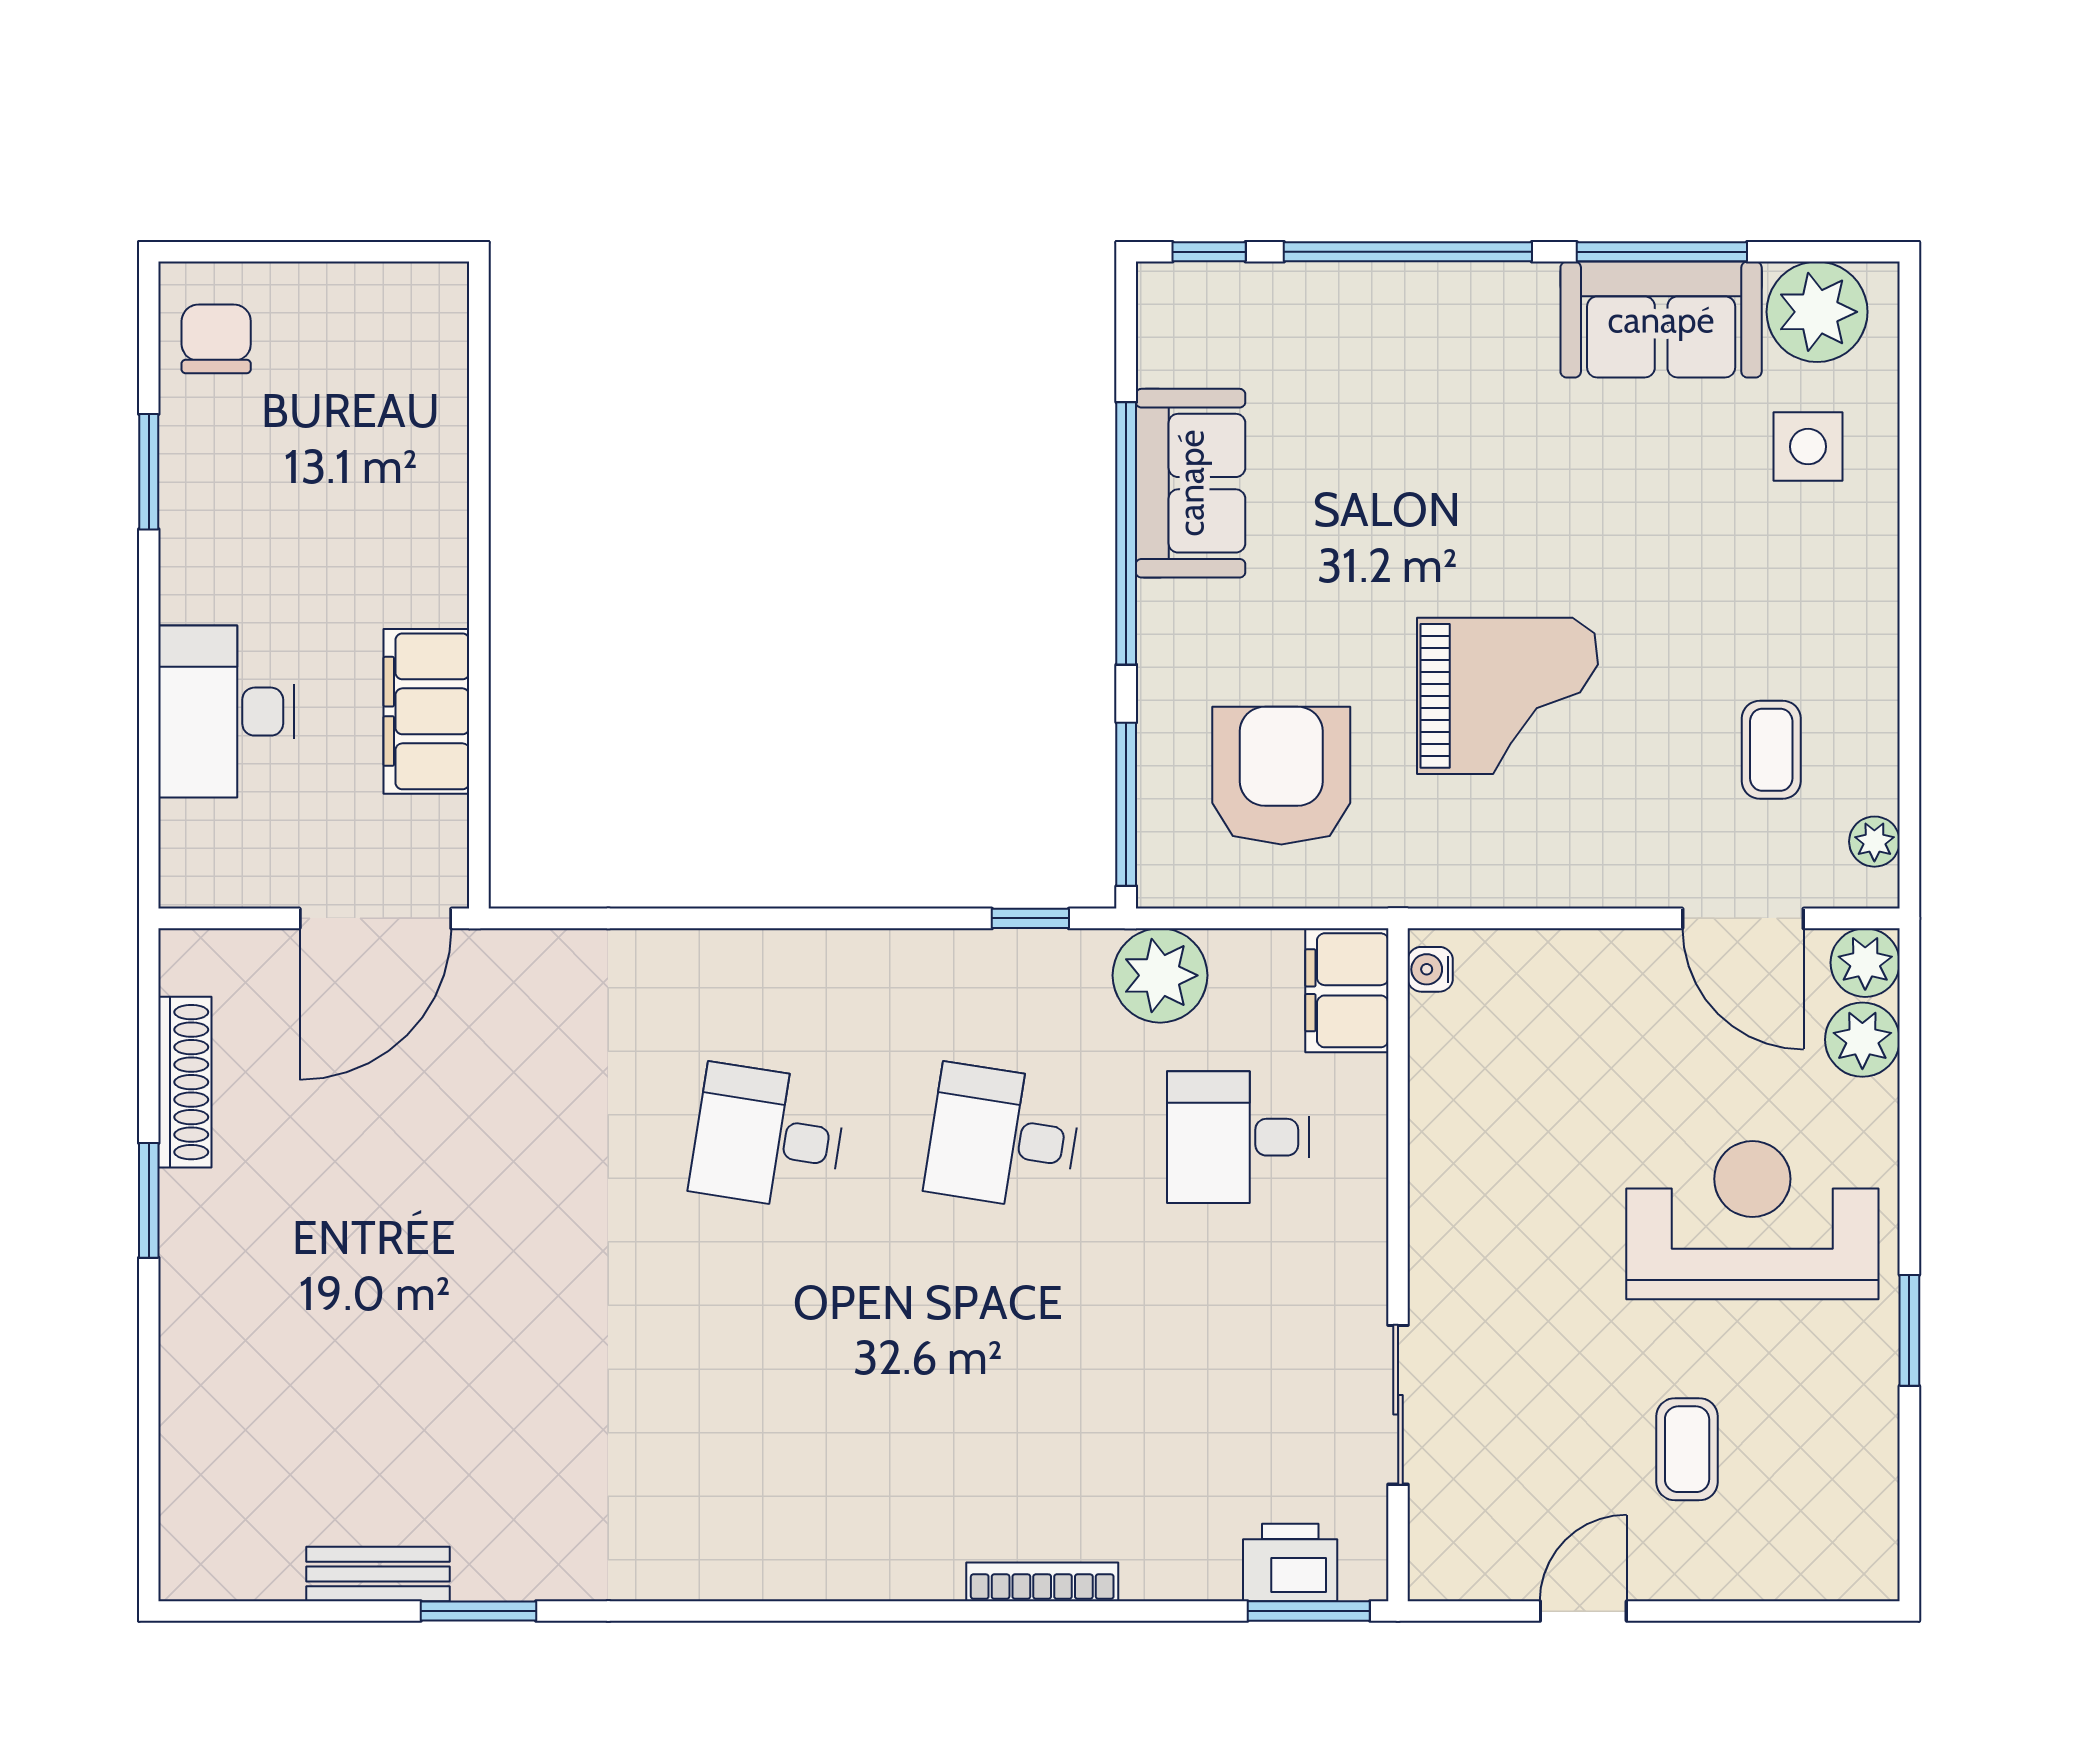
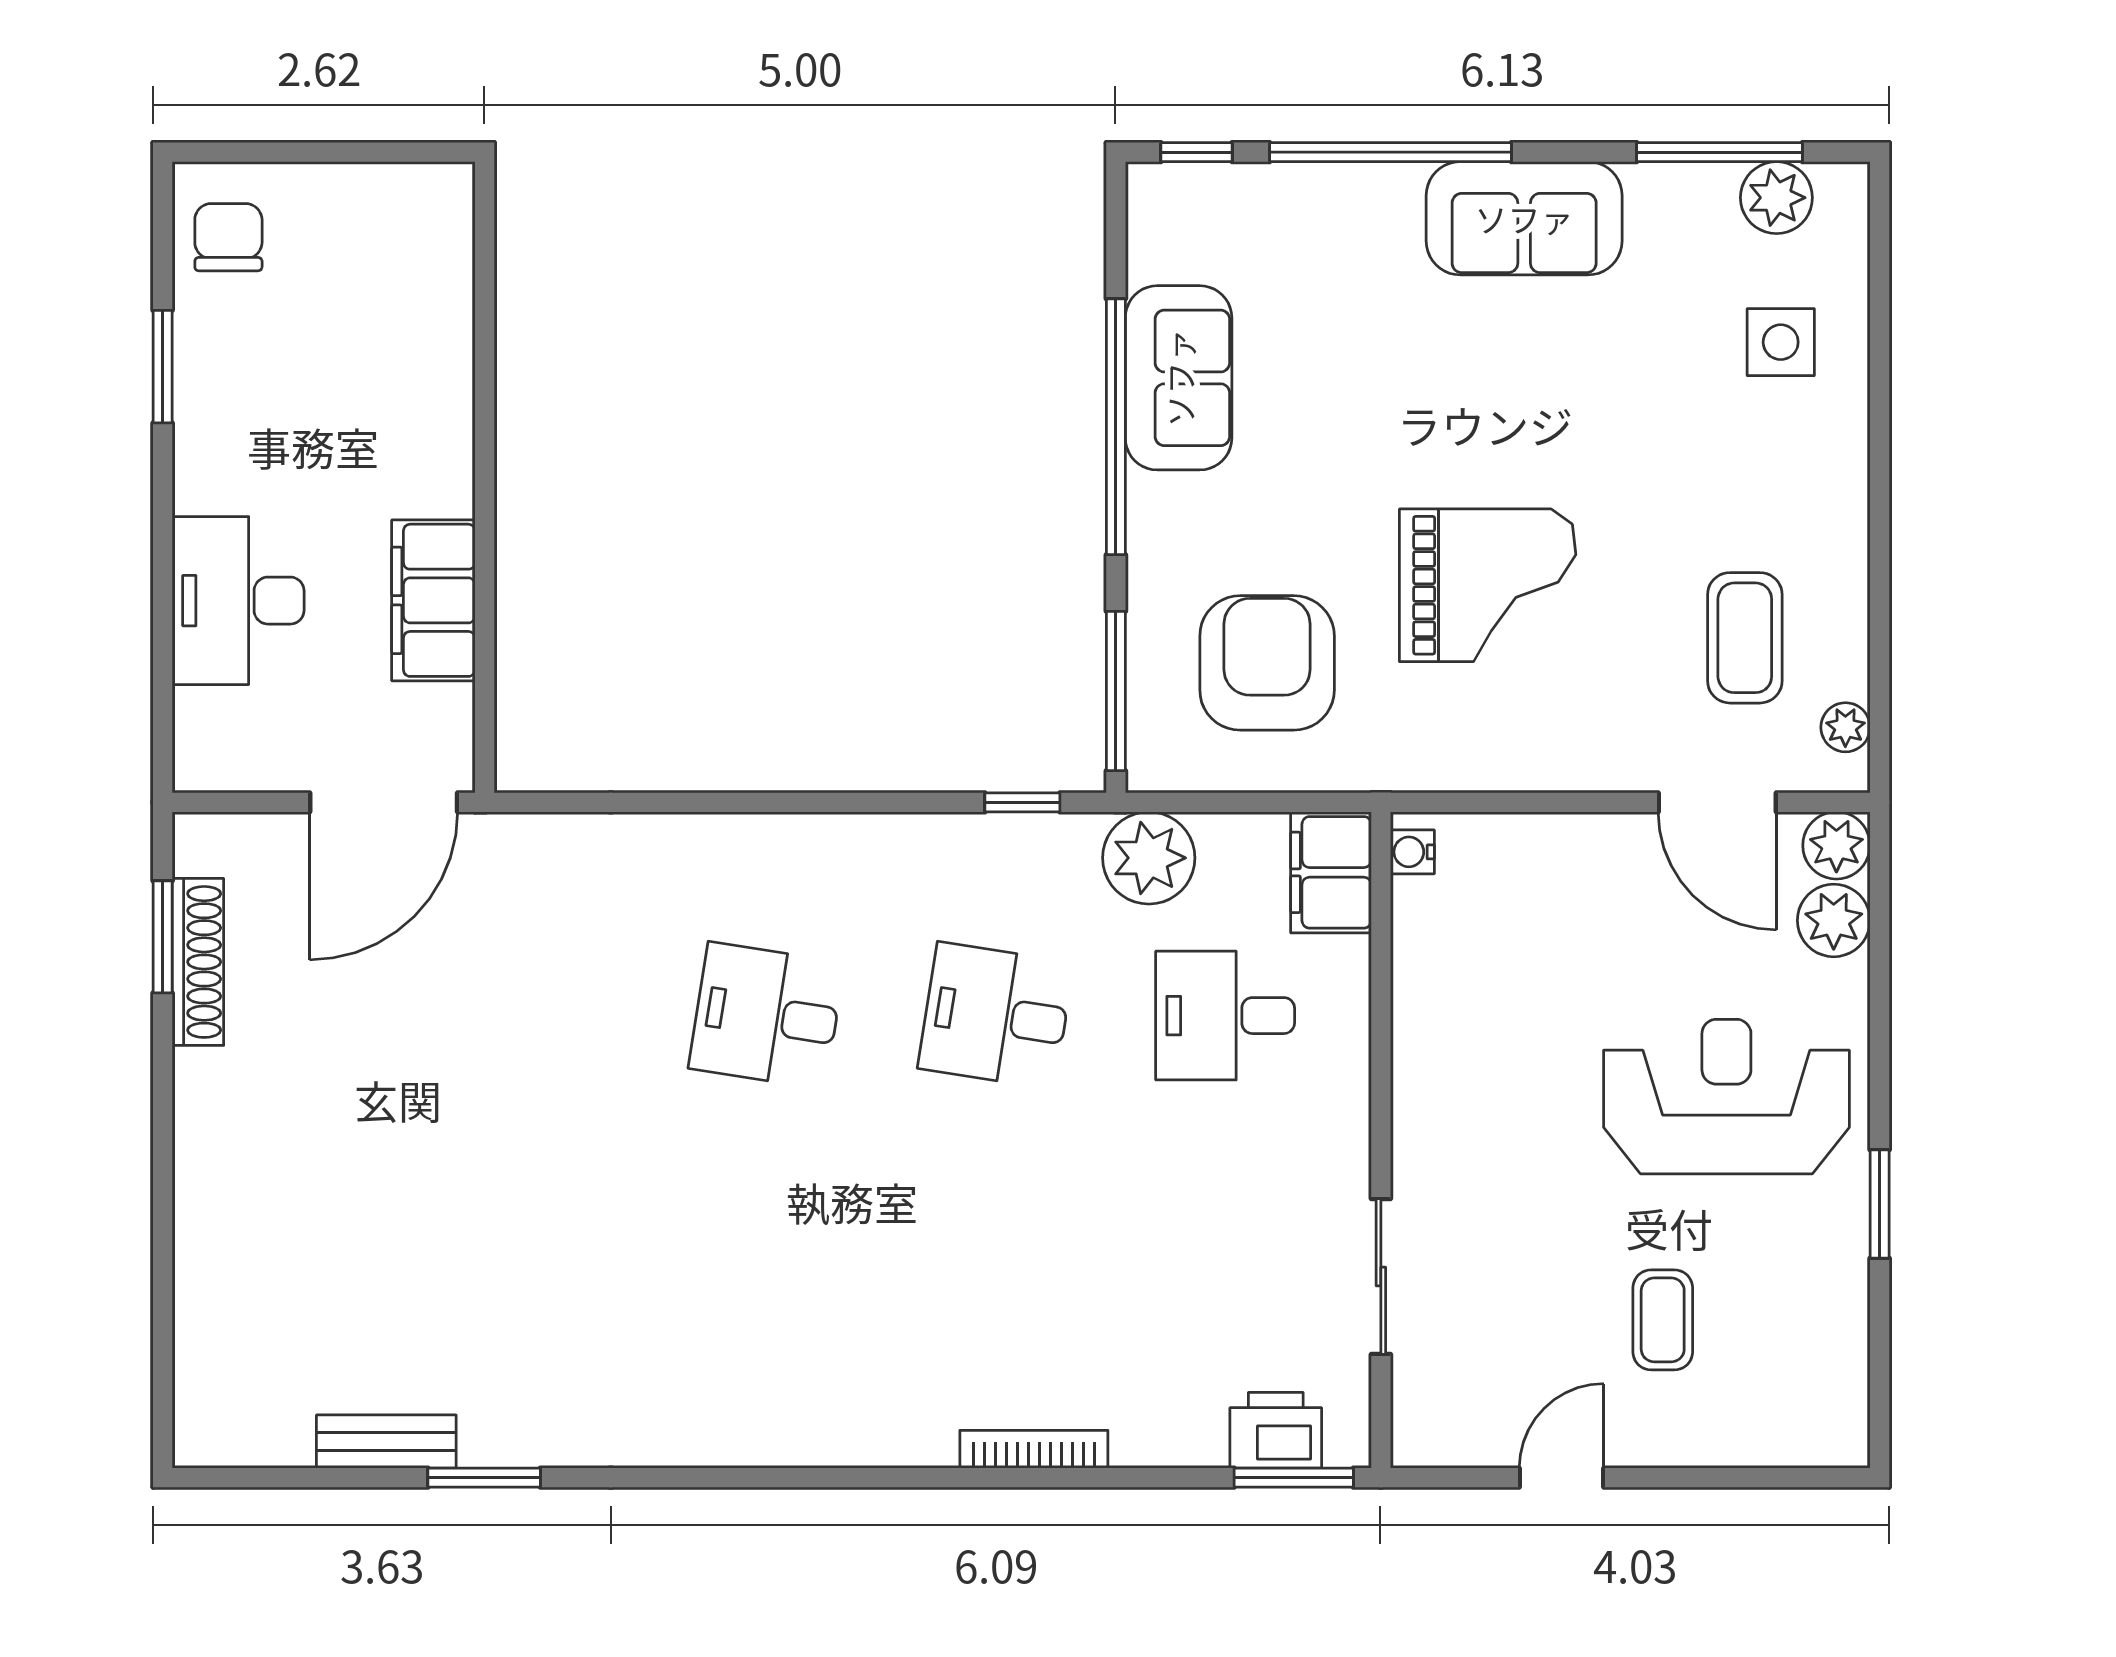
window: (1662, 252) -> (1719, 152), moved
plant: (1817, 312) -> (1776, 198), width x0.73, depth x0.73
sofa: (1661, 320) -> (1524, 218), moved
coffee table: (1771, 750) -> (1745, 638), width x1.36, depth x1.30
window: (149, 1200) -> (163, 937), moved

